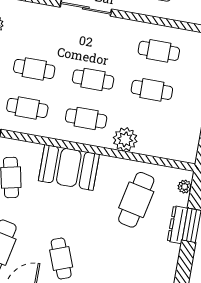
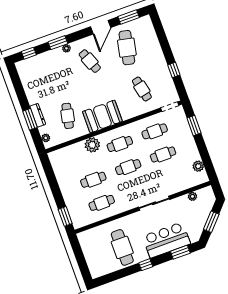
booth: (69, 167) -> (102, 116), moved
cafe table: (136, 200) -> (68, 116), width x0.73, depth x0.74

